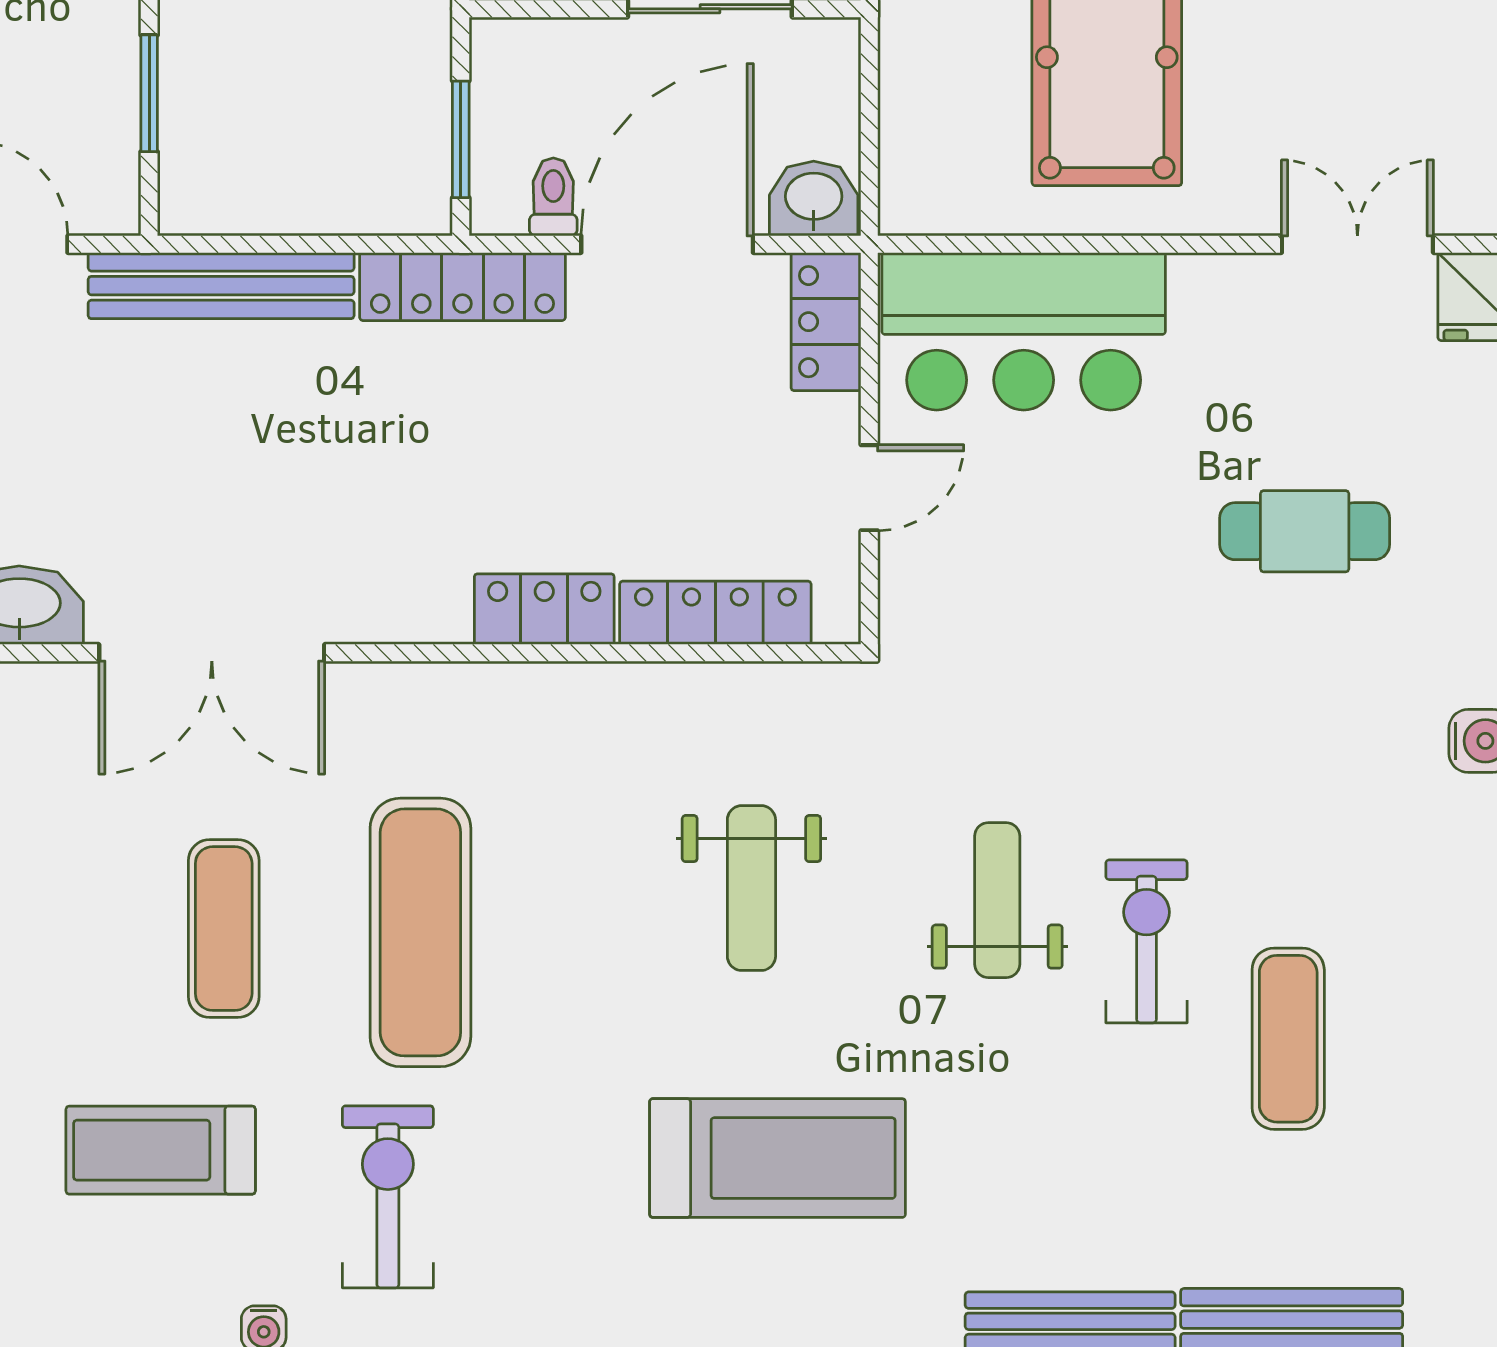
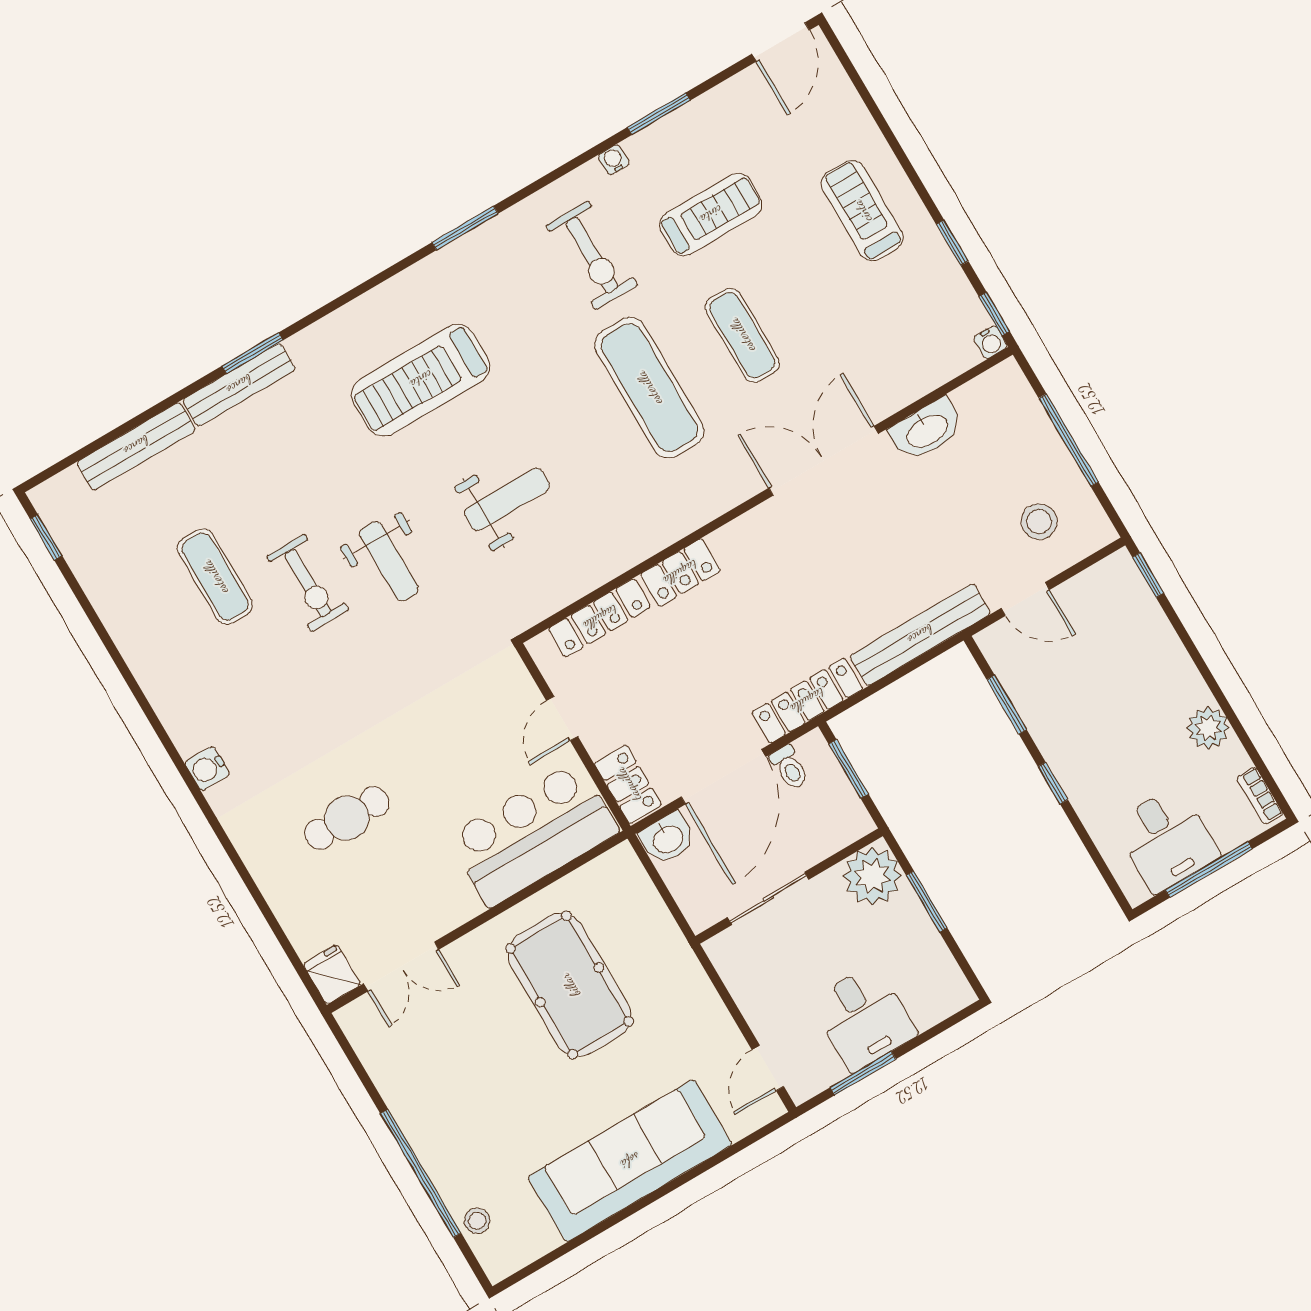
weight bench: (751, 888) -> (507, 499), turned 90

